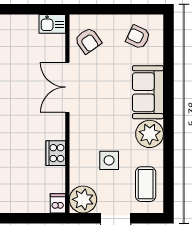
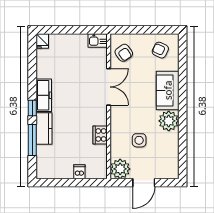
double door: (67, 87) -> (109, 87), swing flipped
coffee table: (146, 184) -> (166, 158), removed
dishwasher: (58, 203) -> (79, 172), moved

